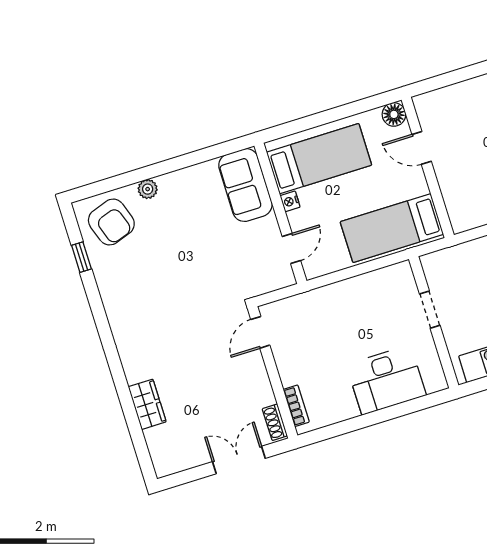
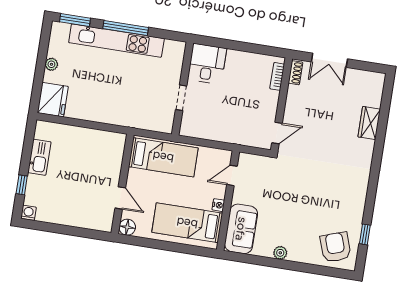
plant: (148, 189) -> (280, 253), moved
doorway: (430, 310) -> (181, 98), moved
wall: (434, 322) -> (183, 89), moved
desk: (386, 380) -> (207, 64), width x0.73

